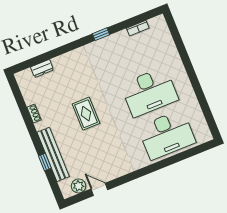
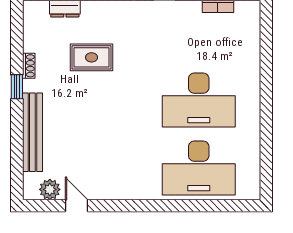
rug: (86, 114) -> (92, 57), moved, turned 90
window: (45, 162) -> (17, 87), moved

